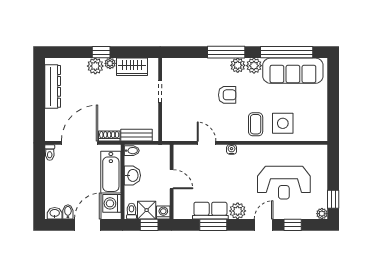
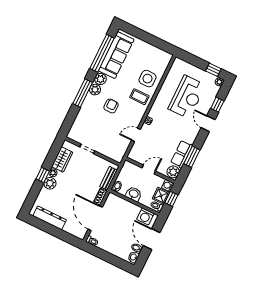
bathtub: (111, 172) -> (125, 207), removed
plant: (238, 211) -> (173, 172), moved

